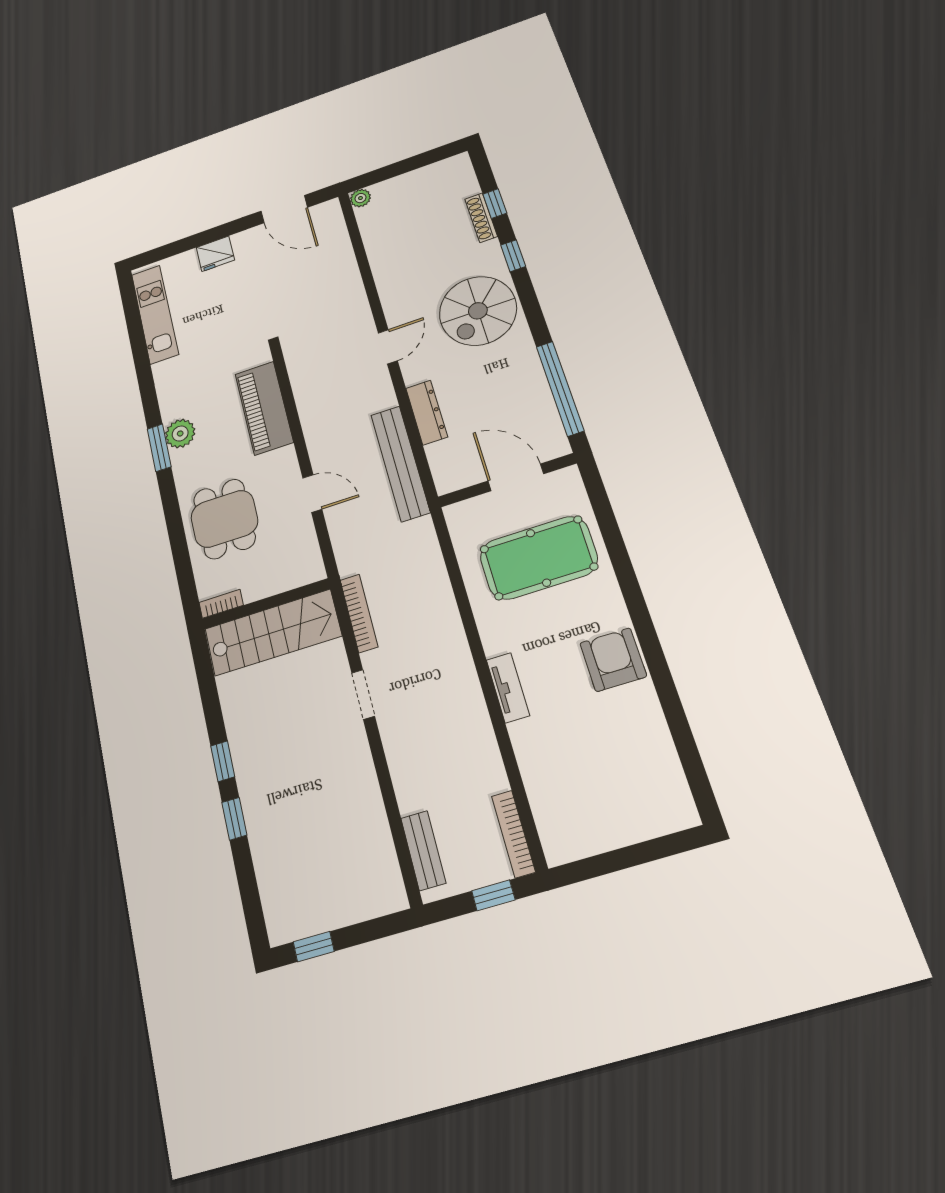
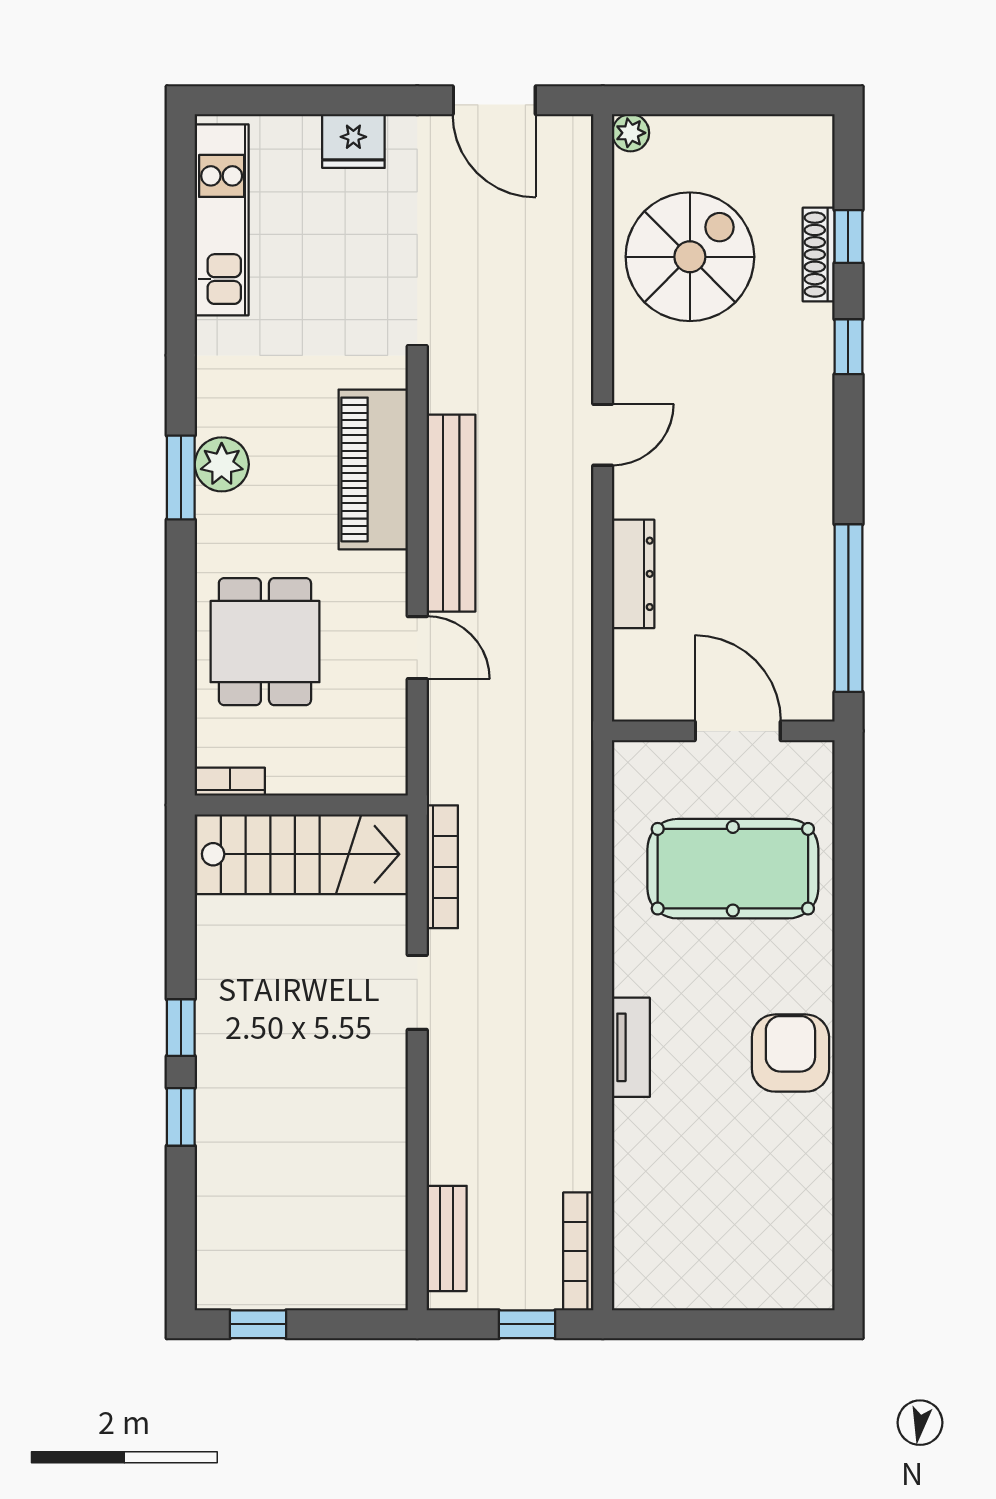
spiral stairs: (478, 311) -> (690, 257), moved, turned 180
bench: (400, 463) -> (451, 513), moved

